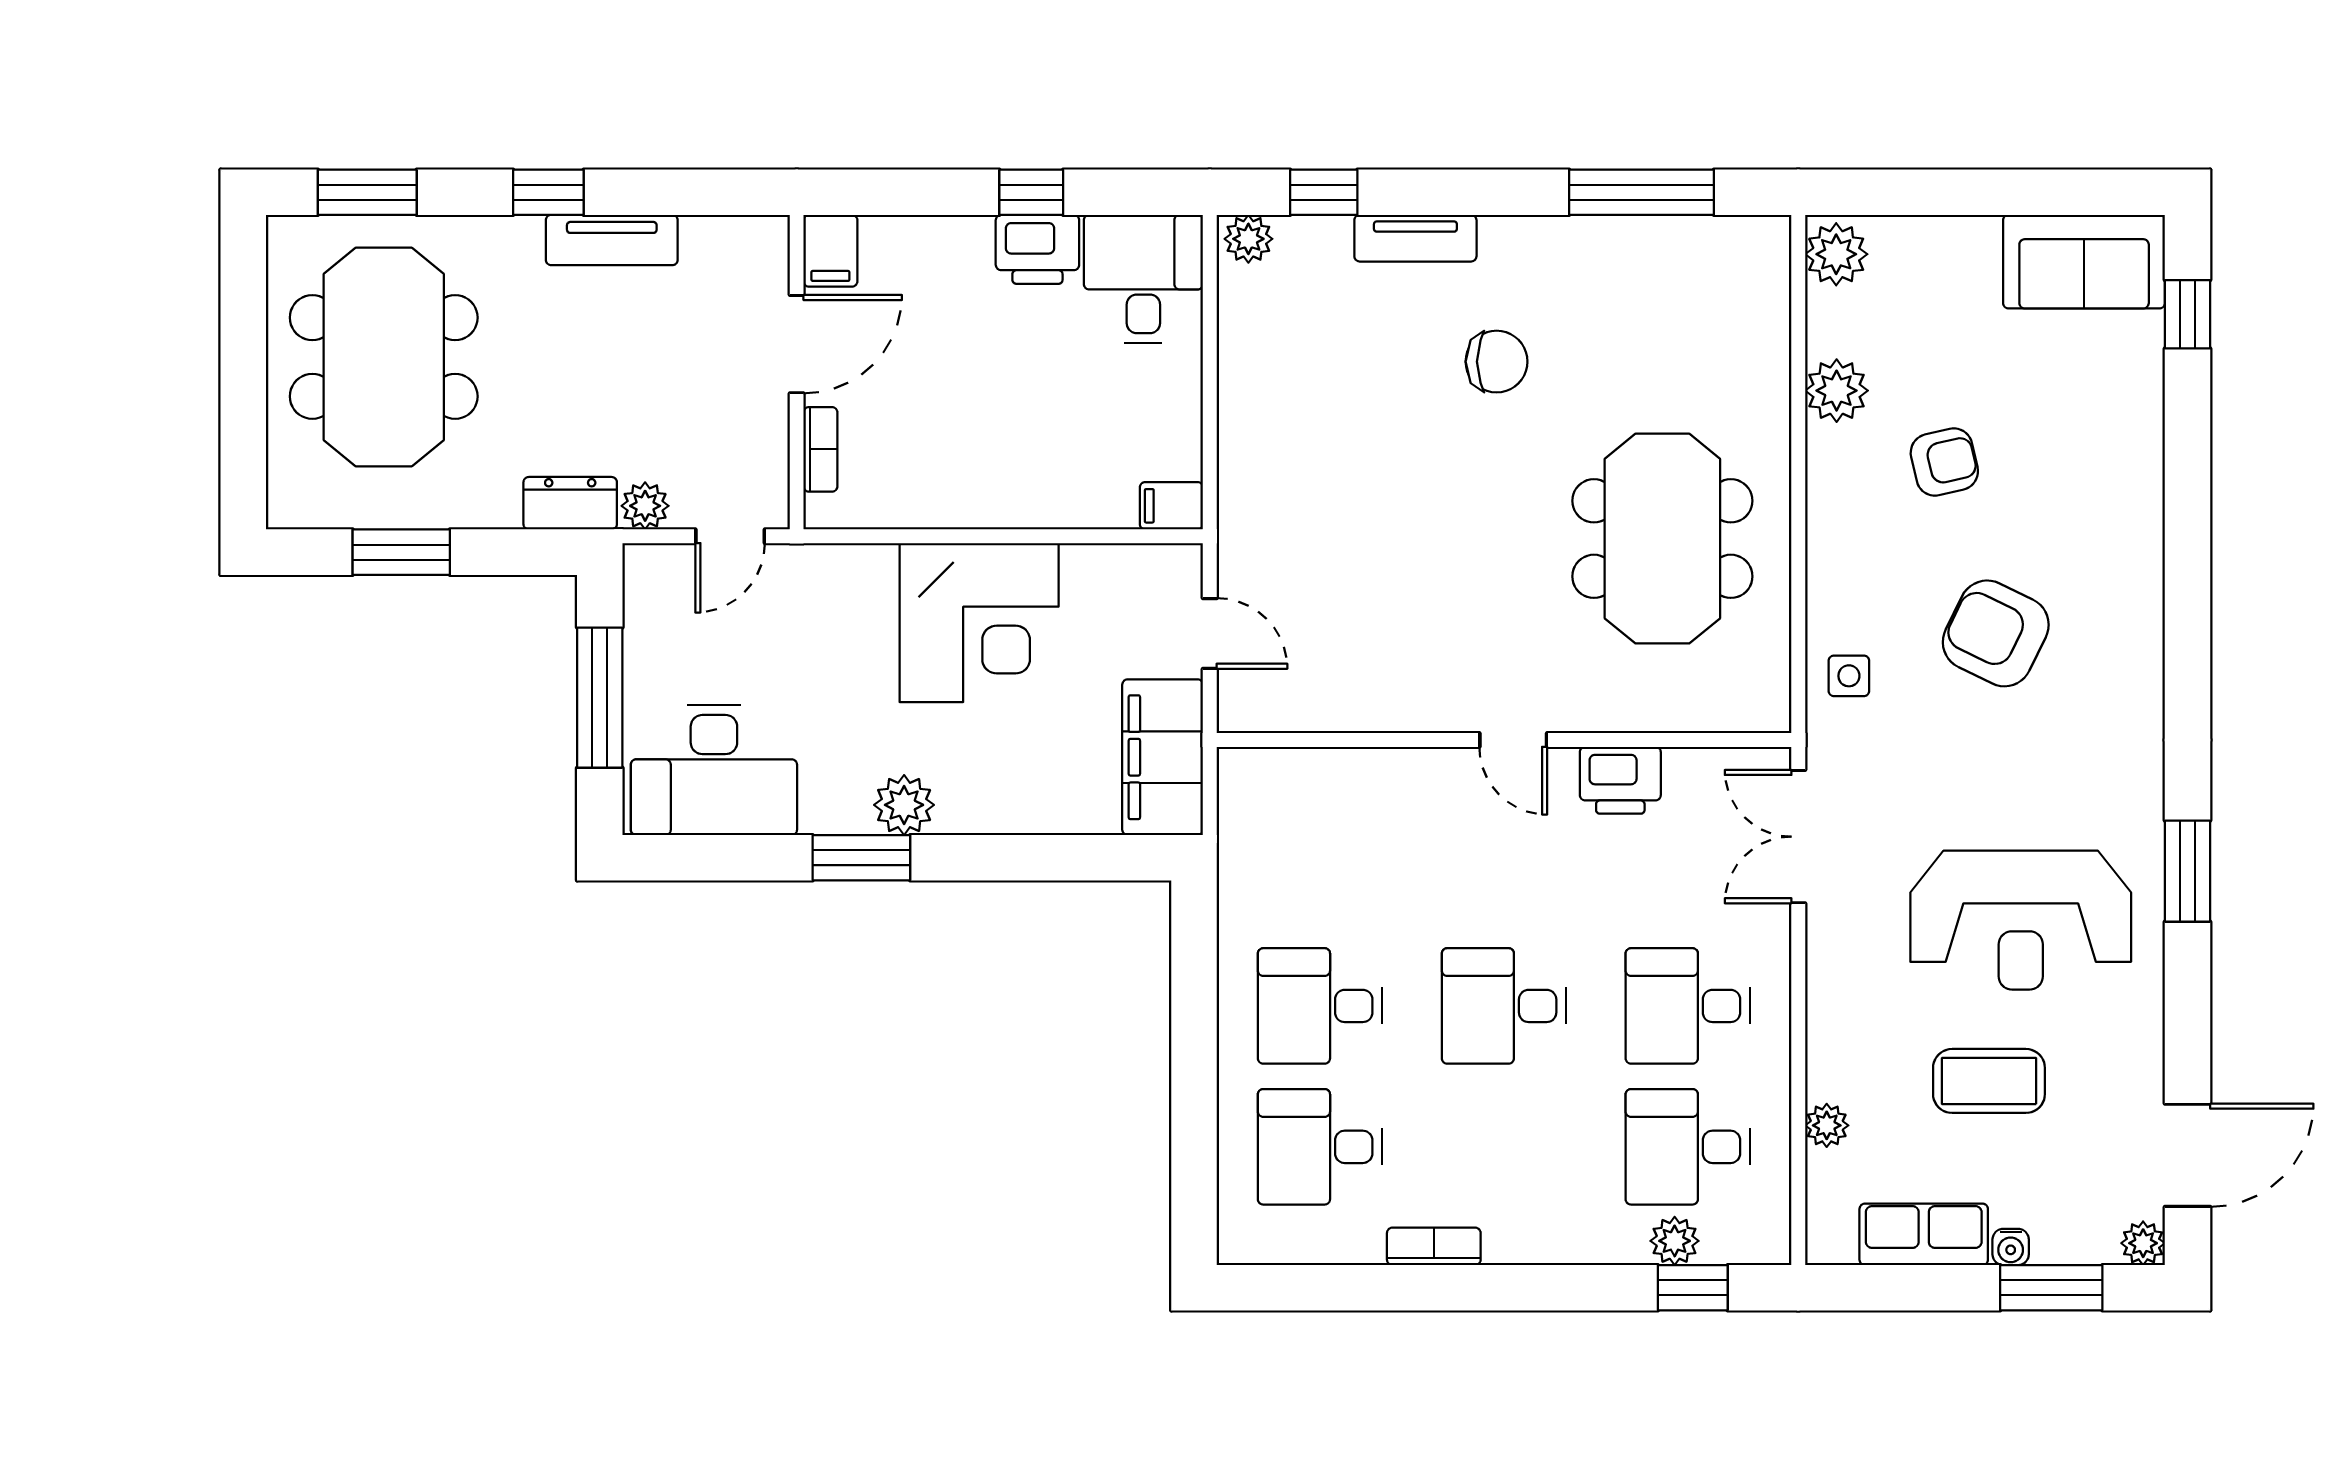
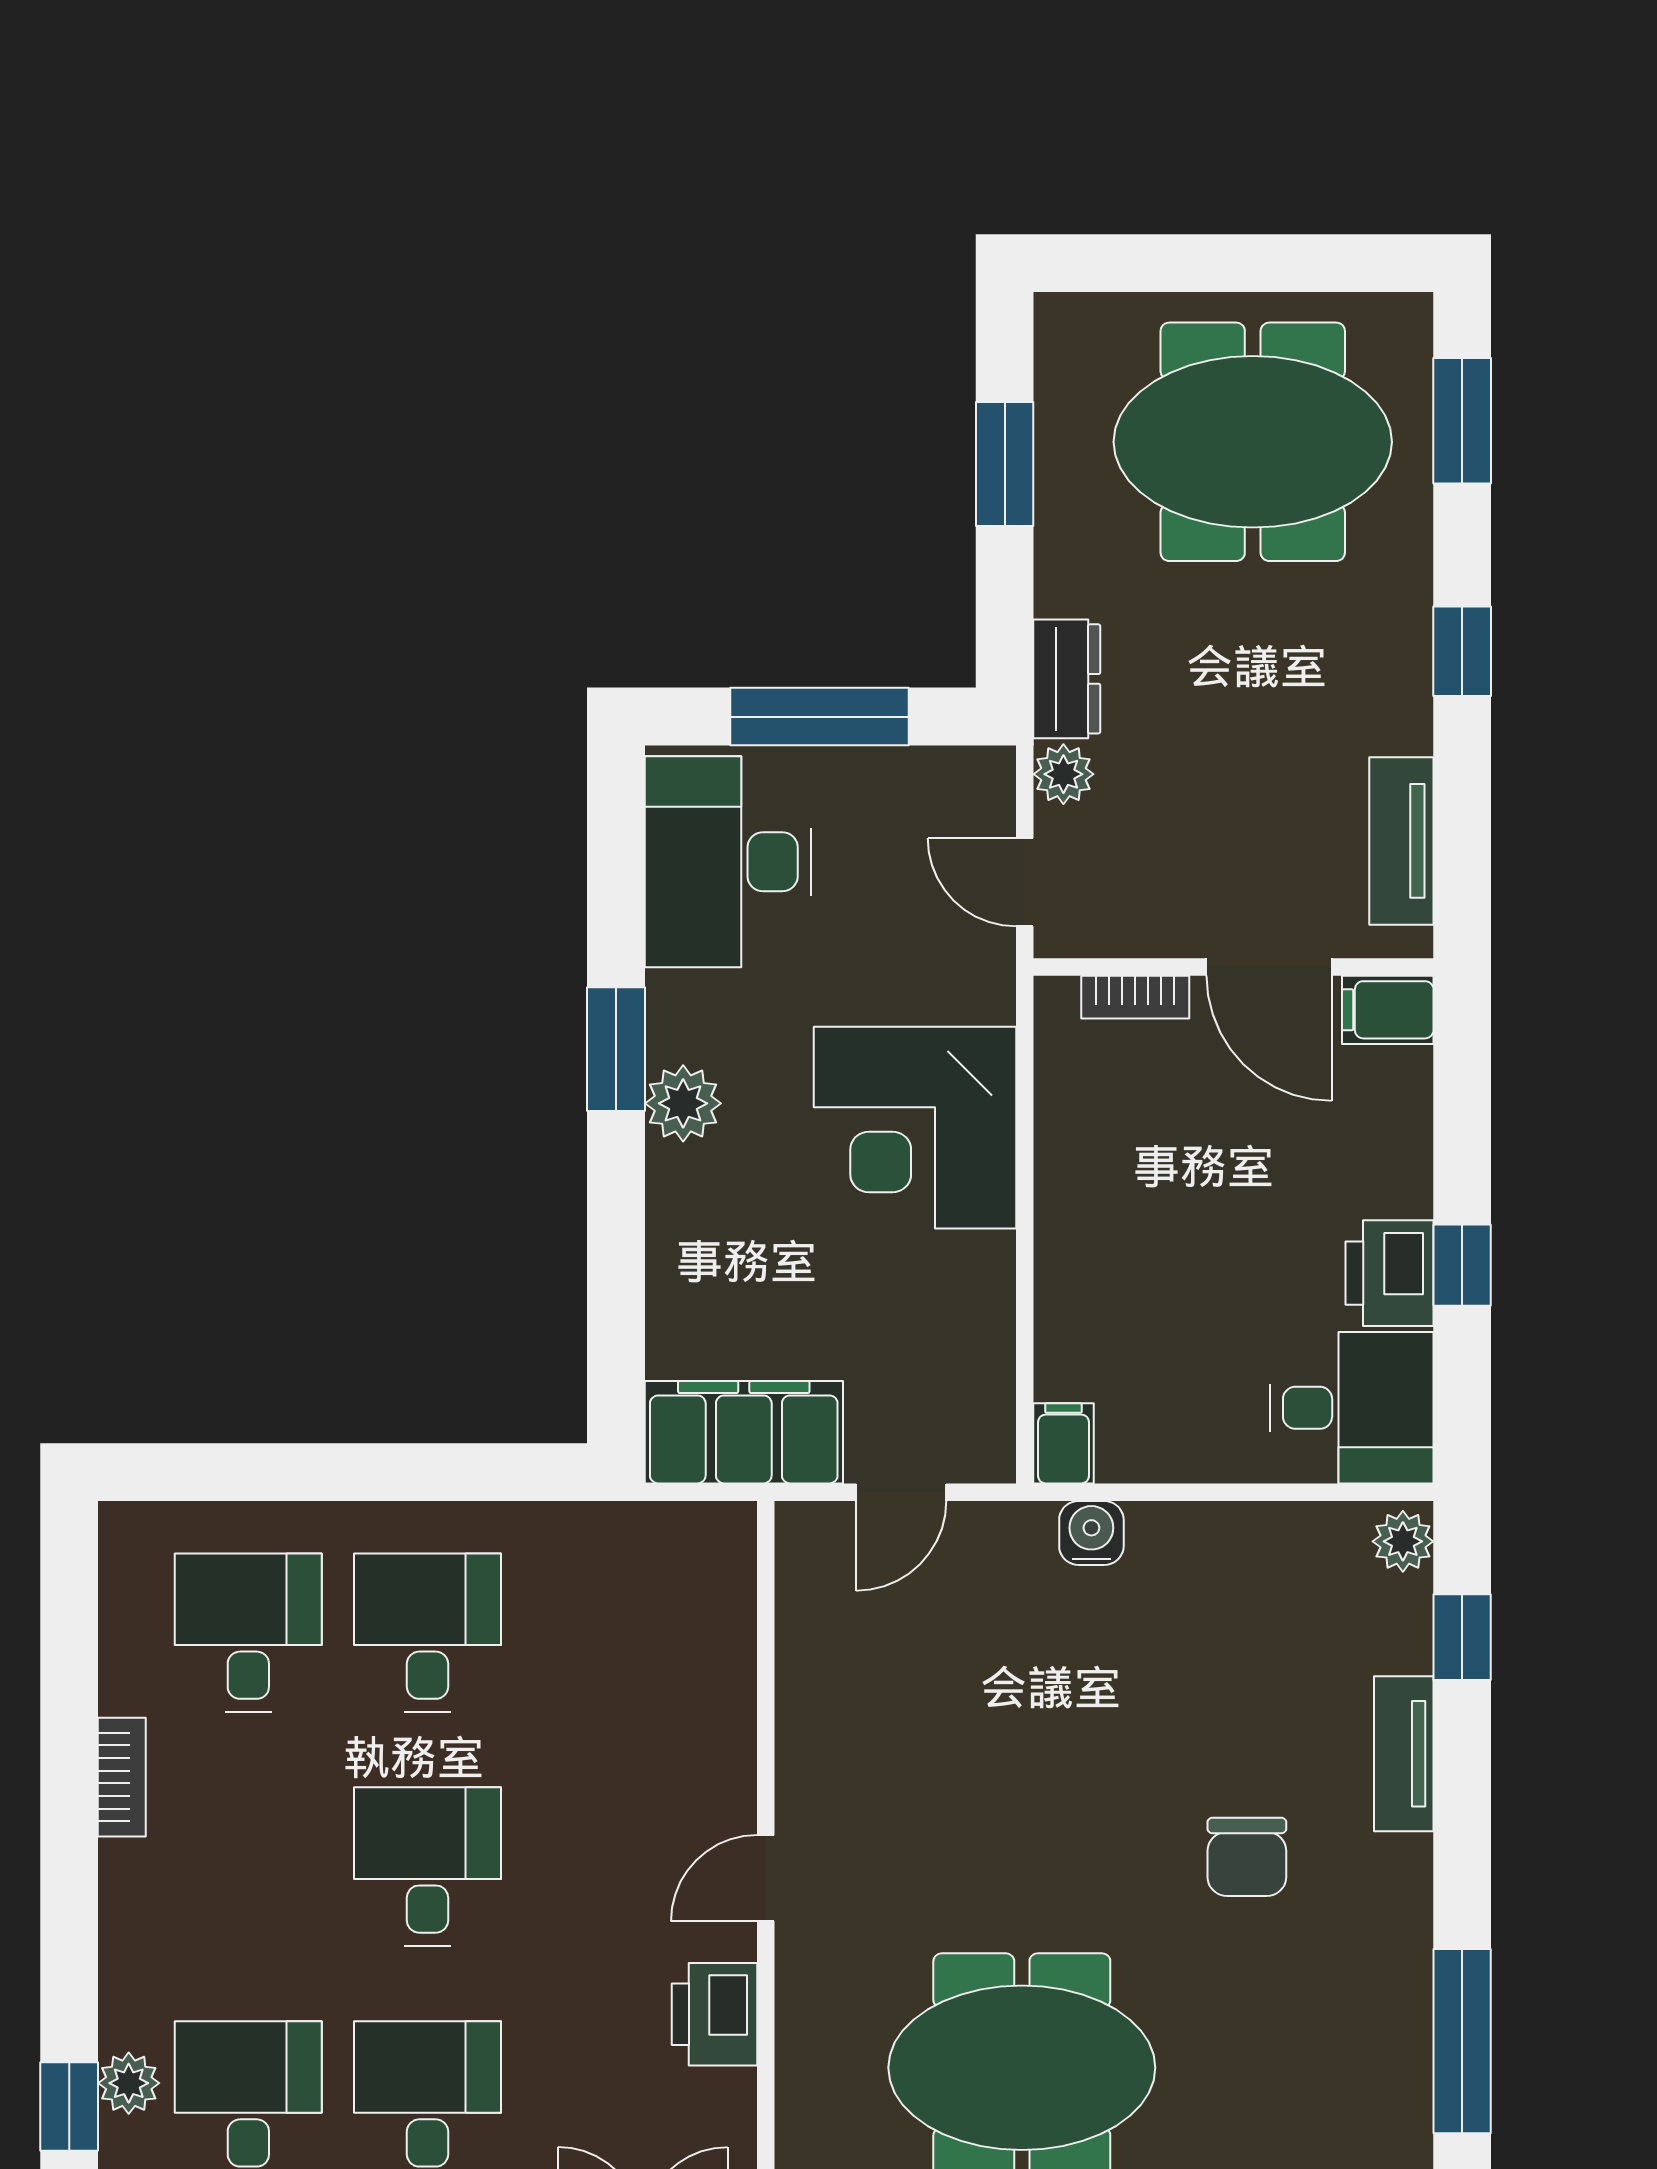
tv unit: (612, 240) -> (1401, 841), moved
water cooler: (1242, 484) -> (1091, 1533), added
corner desk: (979, 623) -> (915, 1128), moved

